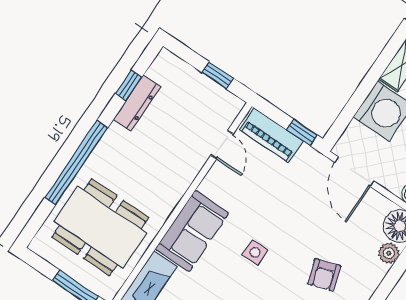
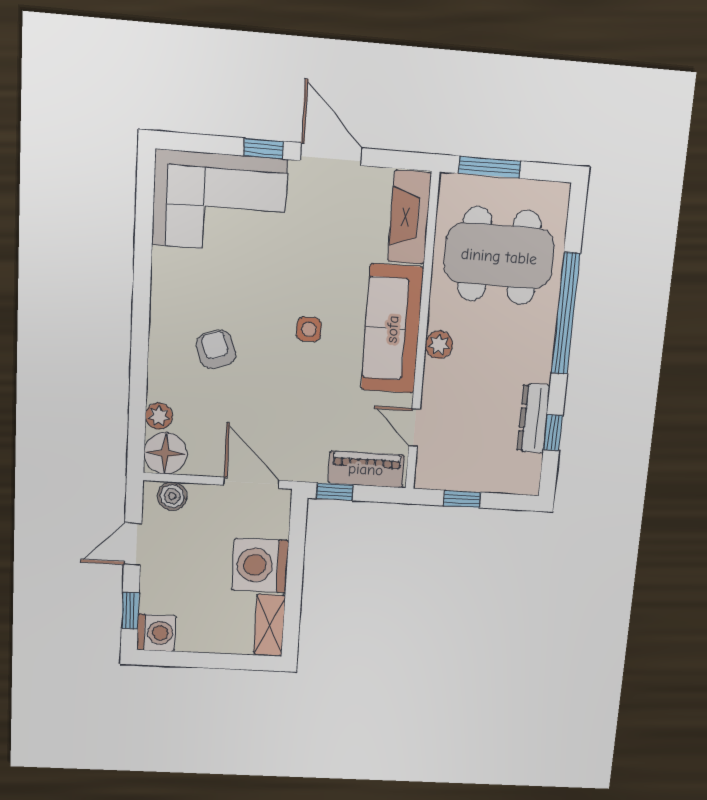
plant: (174, 191) -> (439, 345), added
sofa: (192, 231) -> (392, 329), width x1.36

